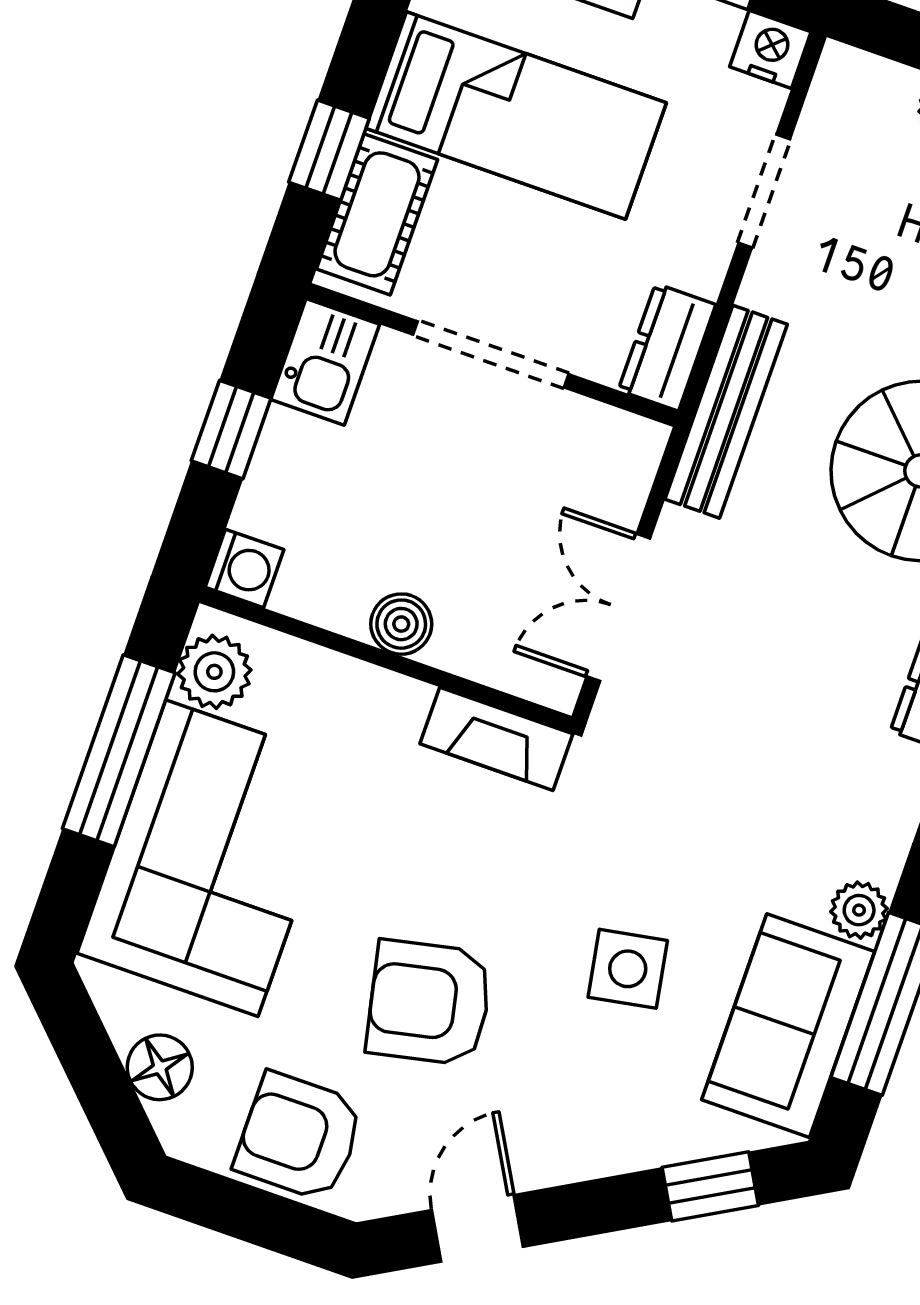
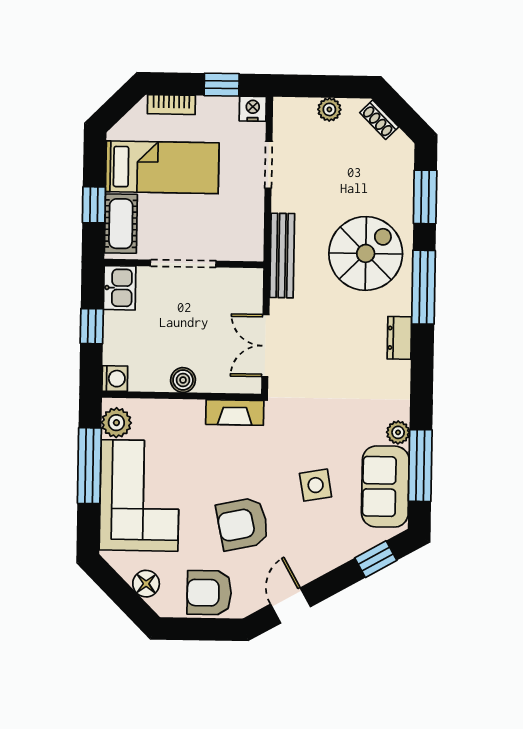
dresser: (667, 347) -> (251, 238), removed

